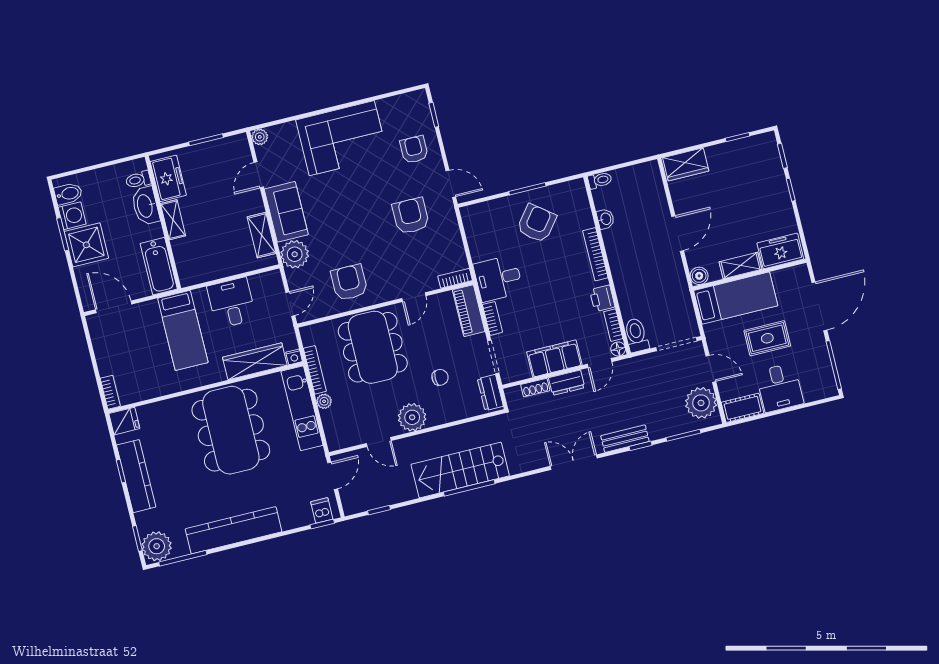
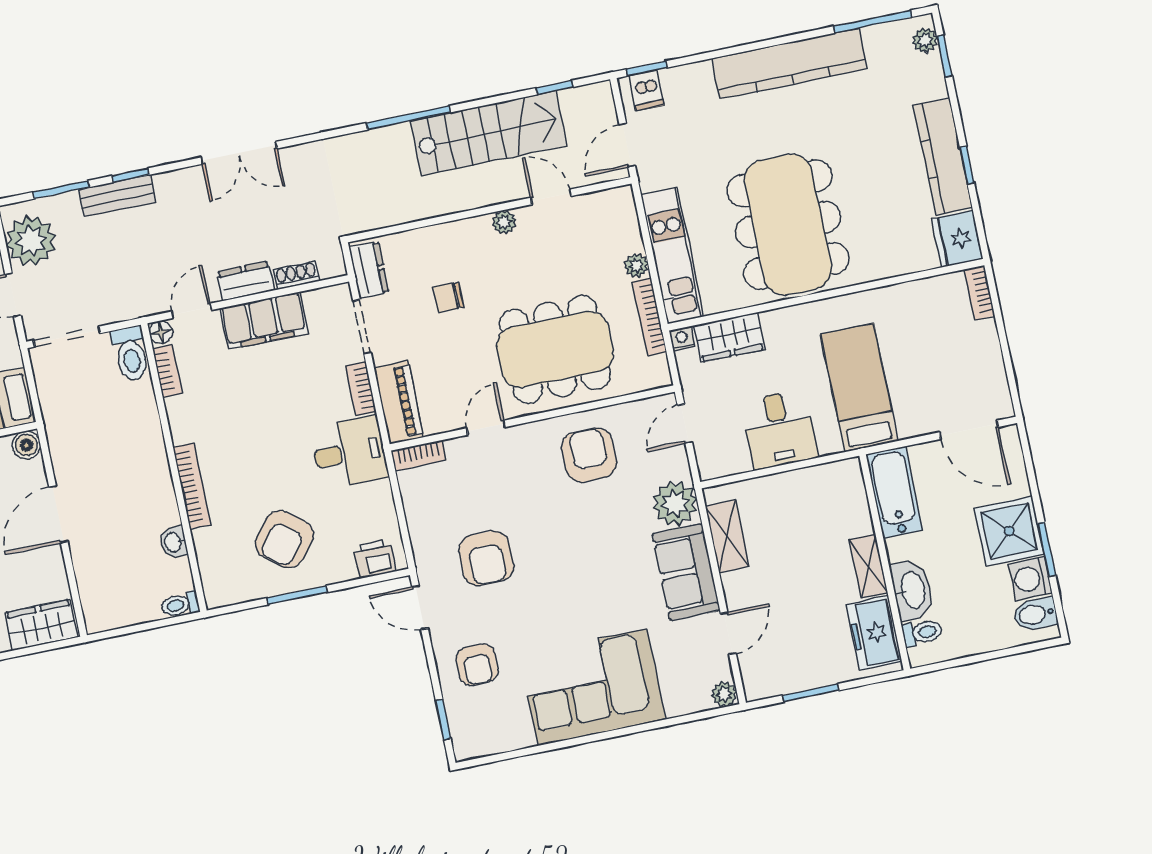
armchair: (349, 282) -> (589, 455), turned 180
printer: (602, 298) -> (375, 559), moved, turned -90
dining table: (373, 347) -> (555, 349), turned 90
wardrobe: (255, 361) -> (729, 337), width x0.67
plant: (412, 417) -> (504, 222), width x0.53, depth x0.53
fridge: (124, 421) -> (957, 239), width x1.38
bench: (625, 439) -> (117, 196), moved
stairs: (460, 470) -> (489, 133), moved
plant: (157, 546) -> (925, 40), width x0.53, depth x0.53

